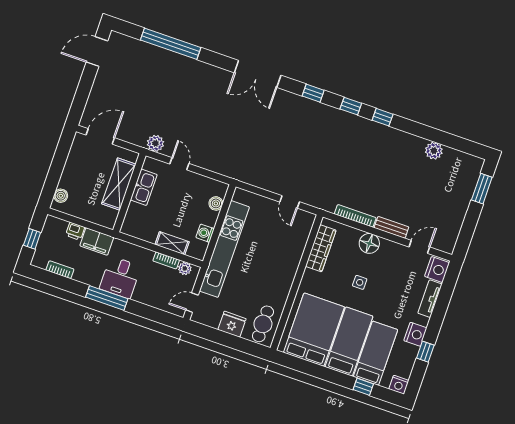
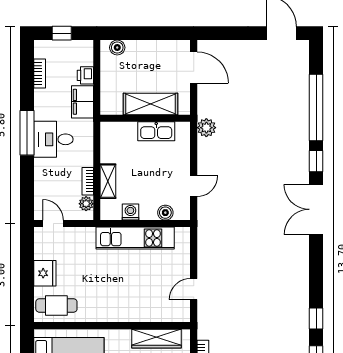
window: (313, 93) -> (316, 161), moved
door: (179, 164) -> (194, 186), moved
kitchen unit: (224, 249) -> (135, 238), width x0.73

